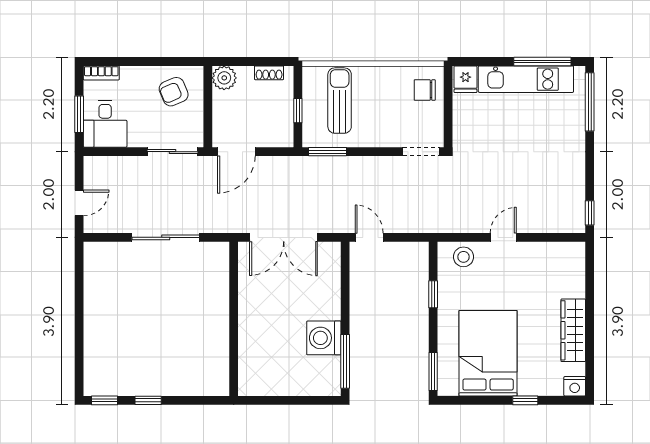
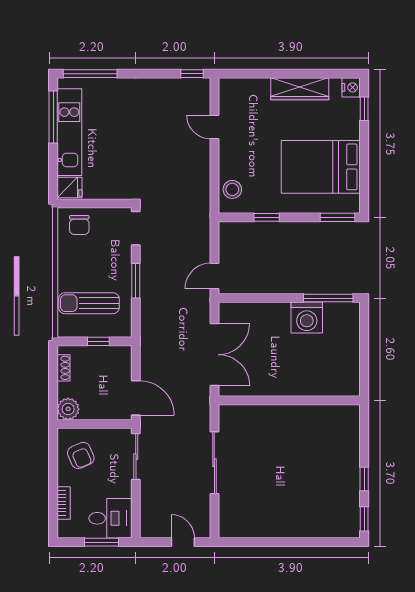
bookcase: (101, 73) -> (64, 503), moved
window: (328, 152) -> (136, 281), moved
door: (503, 237) -> (214, 127), moved
window: (525, 400) -> (364, 109), moved

